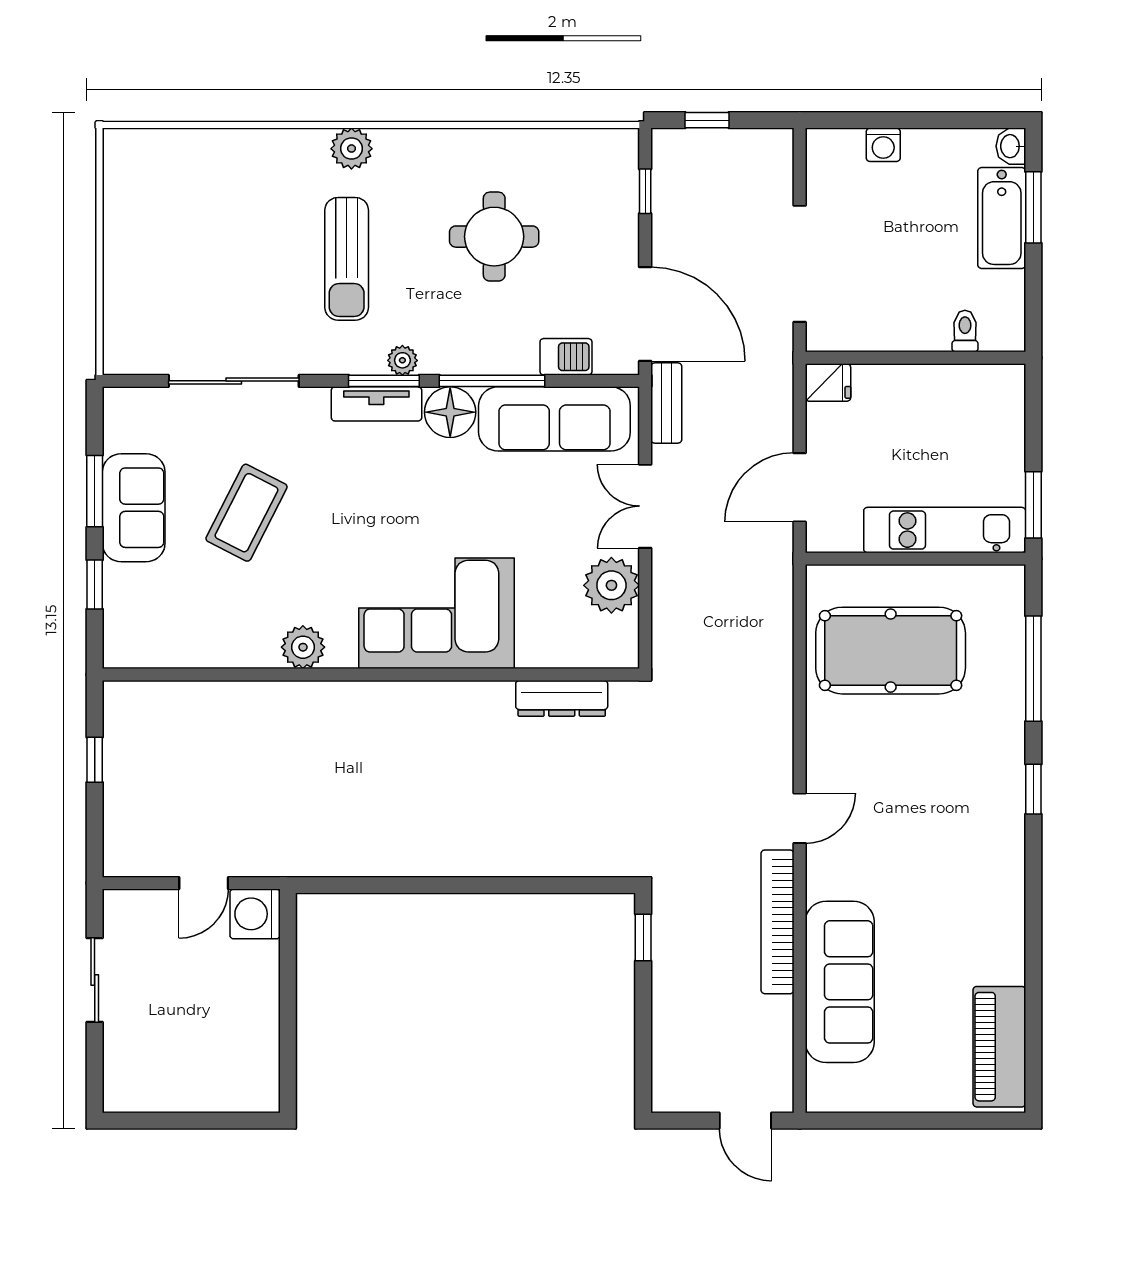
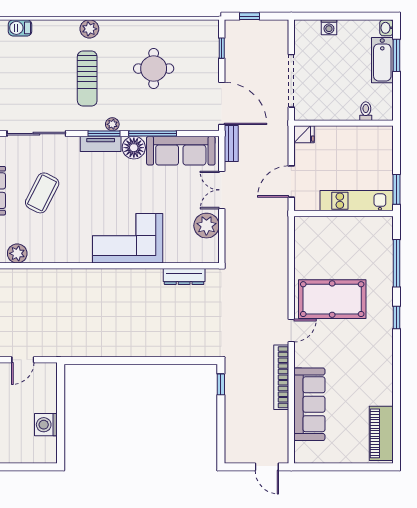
barbecue: (566, 357) -> (20, 28), moved, turned 180
plant: (303, 647) -> (17, 253), moved
pool table: (891, 651) -> (332, 299), moved
washing machine: (255, 914) -> (46, 425), moved

